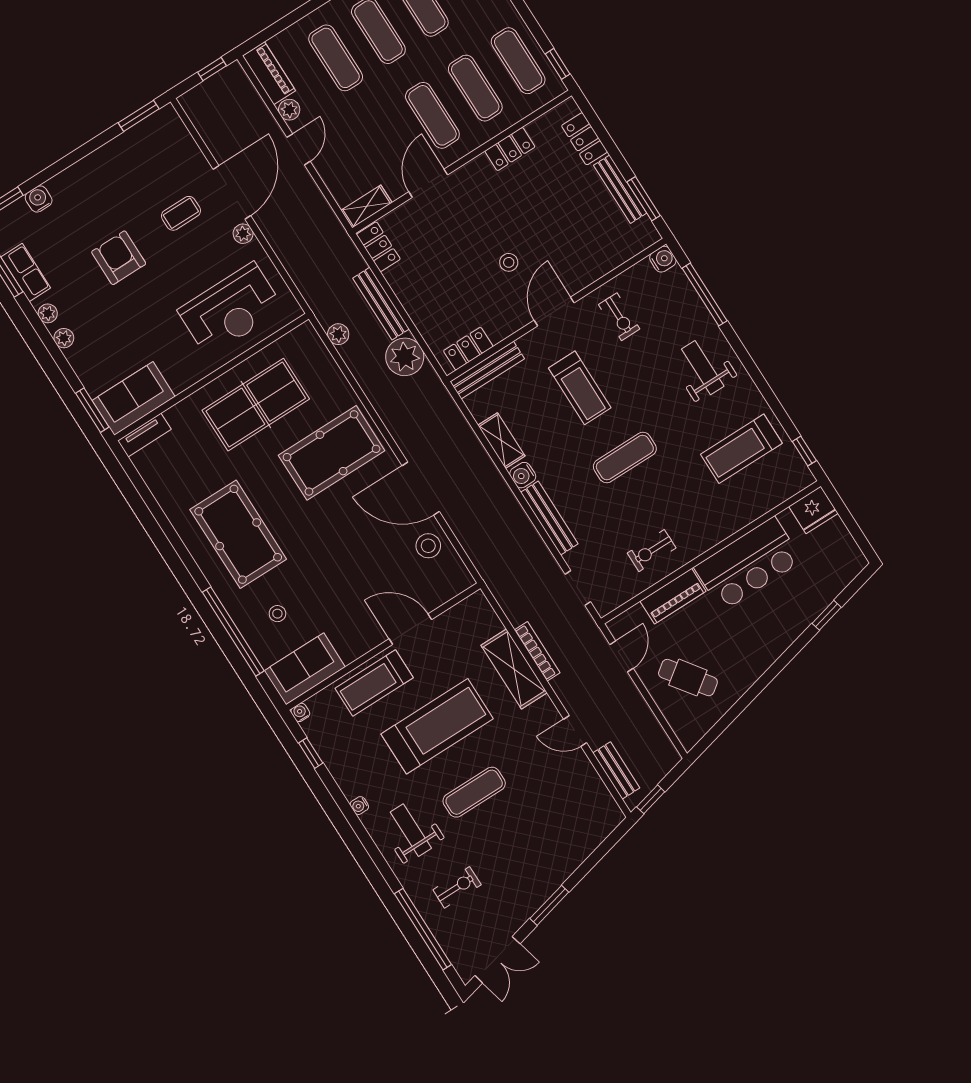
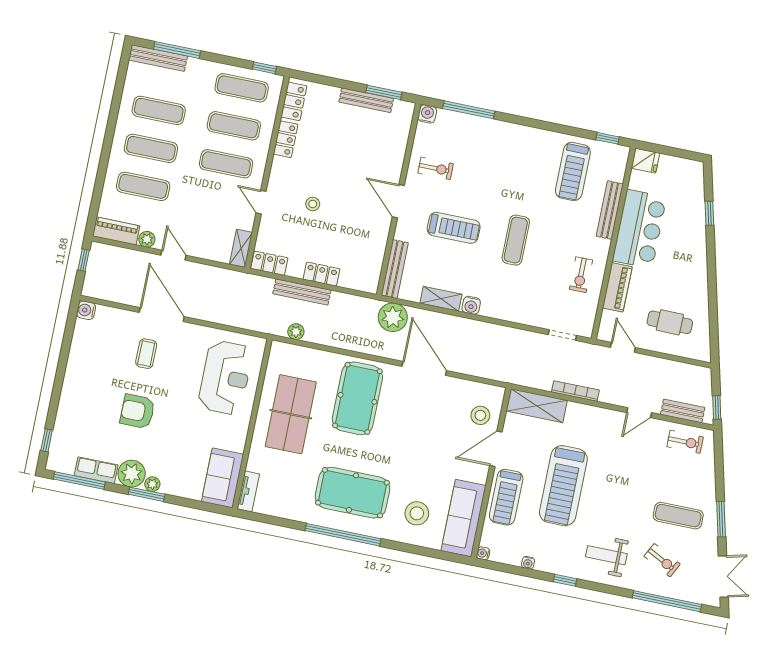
window: (139, 116) -> (70, 325), removed
locker: (585, 139) -> (294, 101), moved, turned -90
door: (428, 183) -> (261, 202), width x0.73
water cooler: (39, 199) -> (86, 310), moved
plant: (243, 234) -> (190, 330), removed
stool: (509, 262) -> (313, 204), moved
plant: (48, 313) -> (132, 474), width x1.88, depth x1.88
locker: (468, 349) -> (321, 274), moved, turned 90
plant: (405, 357) -> (393, 317), moved
weight bench: (703, 368) -> (508, 150), removed
window: (92, 410) -> (147, 494), moved
door: (421, 489) -> (424, 368), swing flipped
fridge: (813, 510) -> (645, 161), width x0.72
bench: (549, 518) -> (610, 210), moved, turned 90
stool: (428, 546) -> (480, 415), moved
stool: (277, 614) -> (417, 513), width x1.89, depth x1.89
window: (233, 631) -> (343, 535), moved
sofa: (305, 669) -> (463, 518), width x1.36
shelving: (514, 669) -> (537, 406), moved
cafe table: (688, 678) -> (670, 322), turned 37
treadmill: (437, 726) -> (563, 486), turned 180
window: (311, 753) -> (565, 580), moved
exercise mat: (474, 792) -> (678, 516), moved, turned 90
exercise bike: (589, 801) -> (685, 442), added
water cooler: (359, 806) -> (528, 563), moved
exercise bike: (457, 887) -> (662, 560), turned 117

